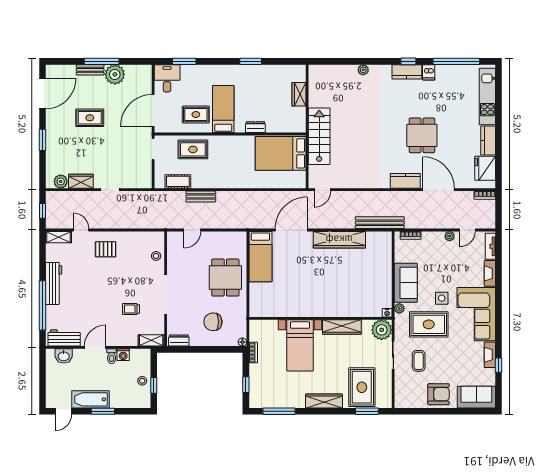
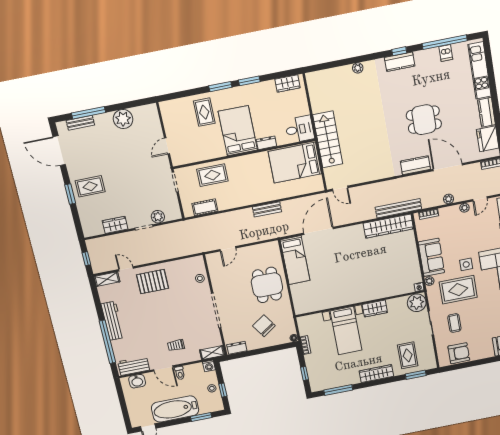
window: (102, 61) -> (88, 113), moved
window: (184, 61) -> (220, 87), moved
bench: (90, 70) -> (80, 123), moved
dishwasher: (429, 72) -> (446, 53), moved
desk: (167, 78) -> (300, 129), moved, turned 90
door: (43, 94) -> (59, 151), swing flipped
wardrobe: (299, 94) -> (287, 83), moved, turned -90
bed: (223, 109) -> (238, 131), width x1.50
door: (153, 110) -> (167, 146), width x0.53
rug: (196, 115) -> (204, 112), moved, turned 90
rug: (90, 118) -> (90, 186), moved
dining table: (422, 135) -> (424, 120), turned 90
plant: (61, 181) -> (158, 217), moved
door: (322, 190) -> (340, 188), hinge flipped
bench: (201, 196) -> (267, 209), moved
plant: (434, 223) -> (449, 199), added
wardrobe: (339, 240) -> (388, 226), moved
pallet: (106, 249) -> (153, 282), width x1.50, depth x1.42
trolley: (131, 309) -> (176, 345), moved
chair: (213, 322) -> (264, 326), turned 56
wardrobe: (342, 327) -> (375, 309), width x0.67
door: (95, 347) -> (163, 368), swing flipped
washing machine: (123, 355) -> (209, 366), moved
rug: (362, 387) -> (408, 355), width x0.73, depth x0.70
armchair: (439, 394) -> (459, 353), moved
bathtub: (90, 399) -> (175, 409), width x1.36, depth x1.36
window: (103, 411) -> (201, 417), moved

